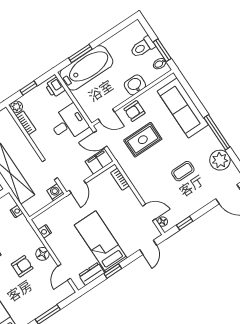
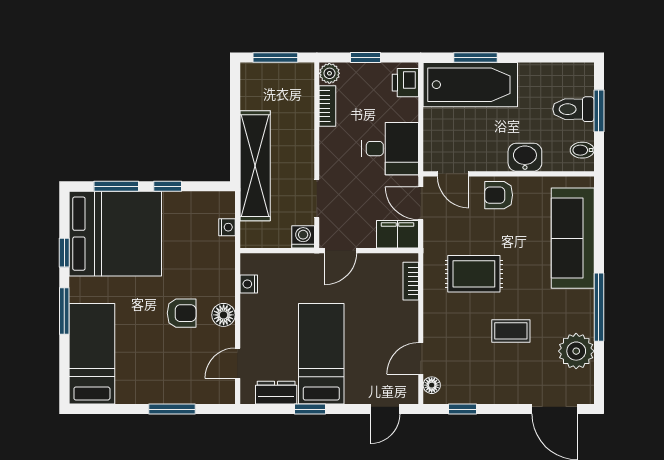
window: (162, 50) -> (599, 111), moved
rug: (143, 140) -> (474, 274), moved
door: (149, 212) -> (421, 358), swing flipped

